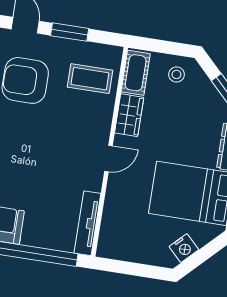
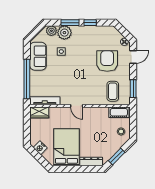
window: (70, 32) -> (133, 89), moved
wardrobe: (129, 115) -> (39, 112), moved

